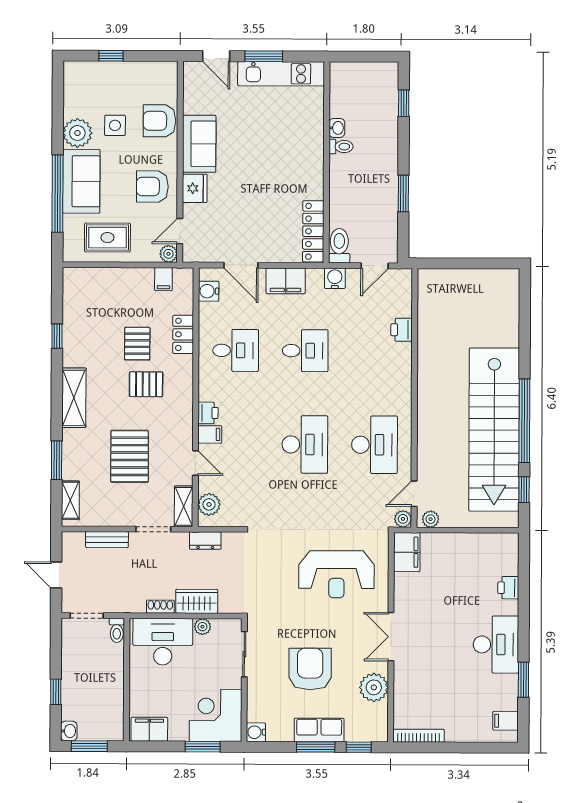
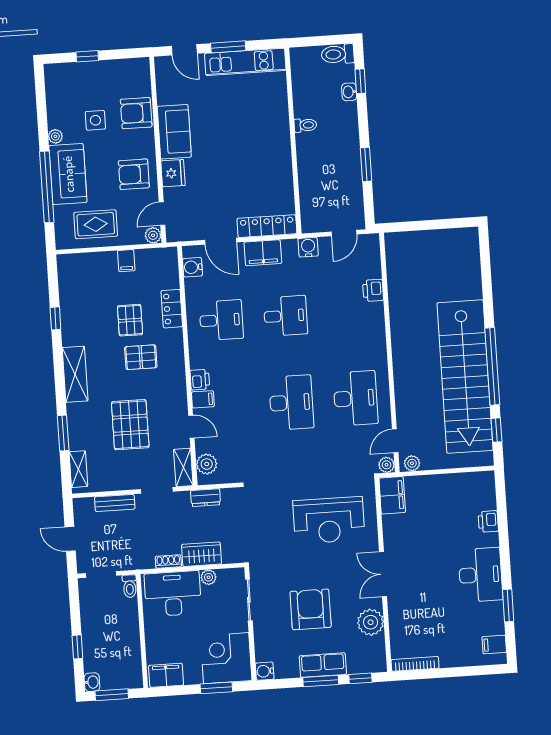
washbasin: (337, 128) -> (349, 92), moved, turned 180
plant: (77, 133) -> (55, 136), width x0.53, depth x0.53
locker: (313, 231) -> (267, 226), moved, turned 90
toilet: (339, 246) -> (338, 54), moved, turned -90
filing cabinet: (163, 279) -> (126, 261), moved

